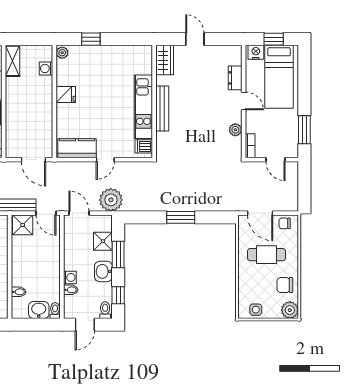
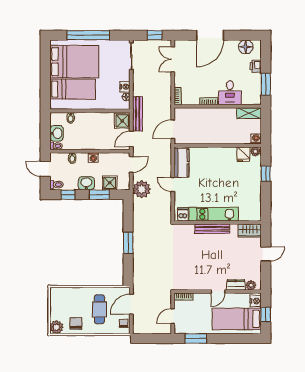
washing machine: (46, 68) -> (256, 139), moved
fridge: (66, 95) -> (243, 154), moved
plant: (235, 130) -> (251, 285), moved
washing machine: (70, 277) -> (93, 157), moved
side table: (256, 310) -> (57, 301), removed

